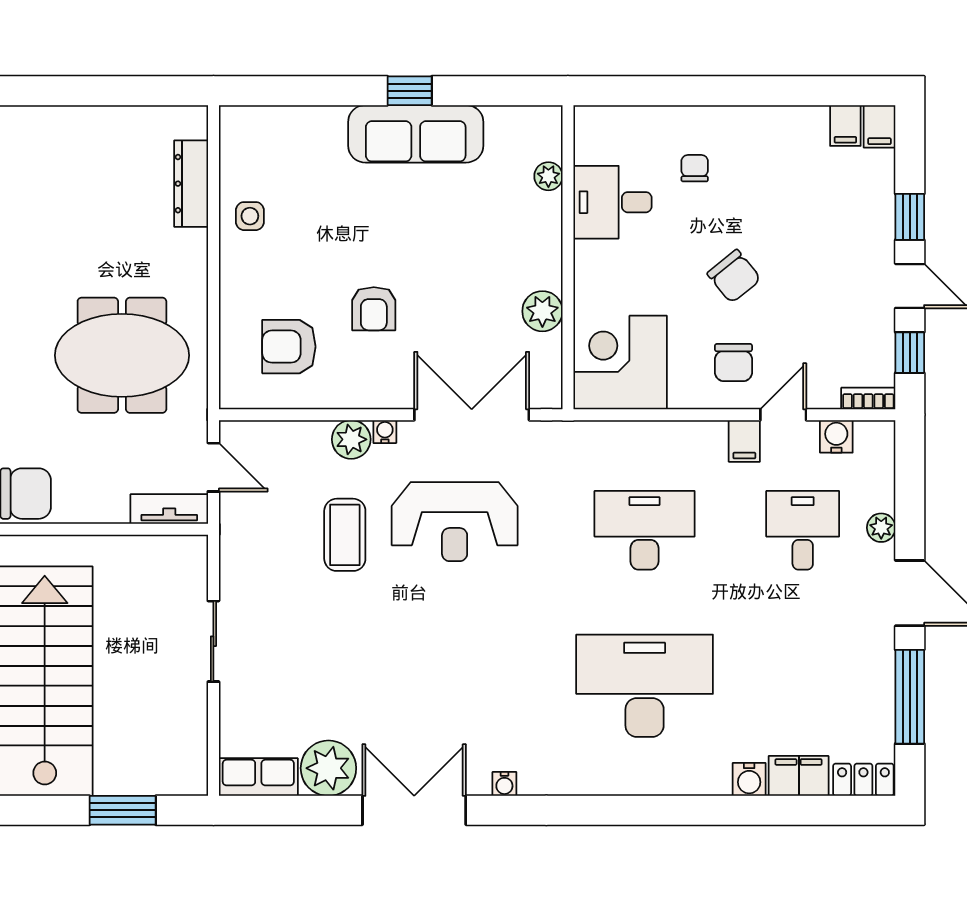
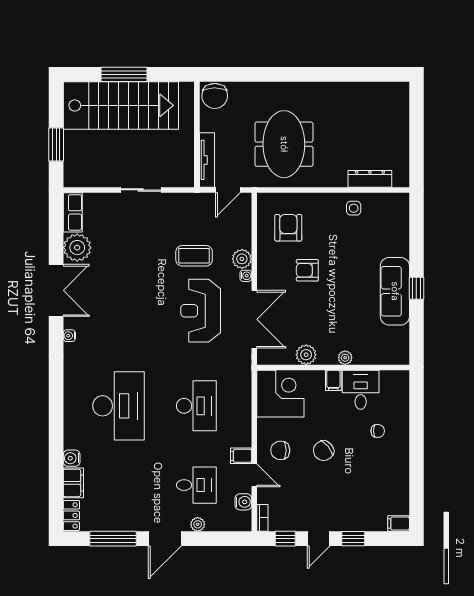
filing cabinet: (845, 125) -> (333, 380), moved, turned -90
plant: (548, 176) -> (345, 358), moved
tv unit: (169, 509) -> (207, 160), width x1.41

